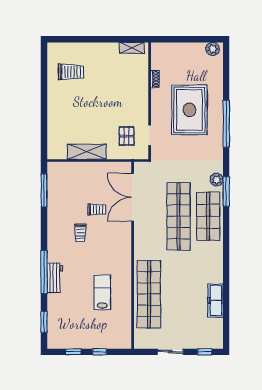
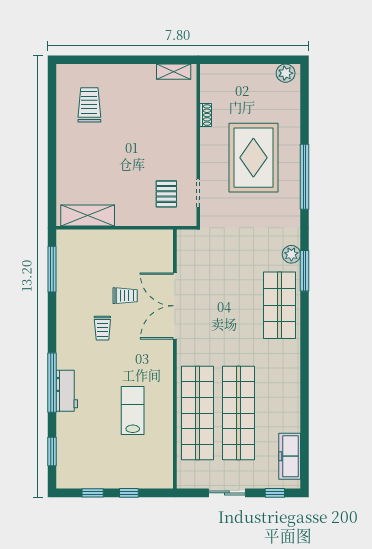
trolley: (71, 72) -> (89, 105), turned -90
shelving: (87, 152) -> (88, 215), moved
double door: (133, 197) -> (175, 306), moved
shop shelf: (179, 216) -> (238, 413), moved
freezer: (215, 301) -> (290, 456), moved

